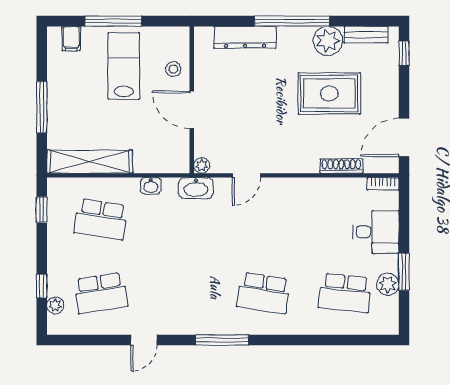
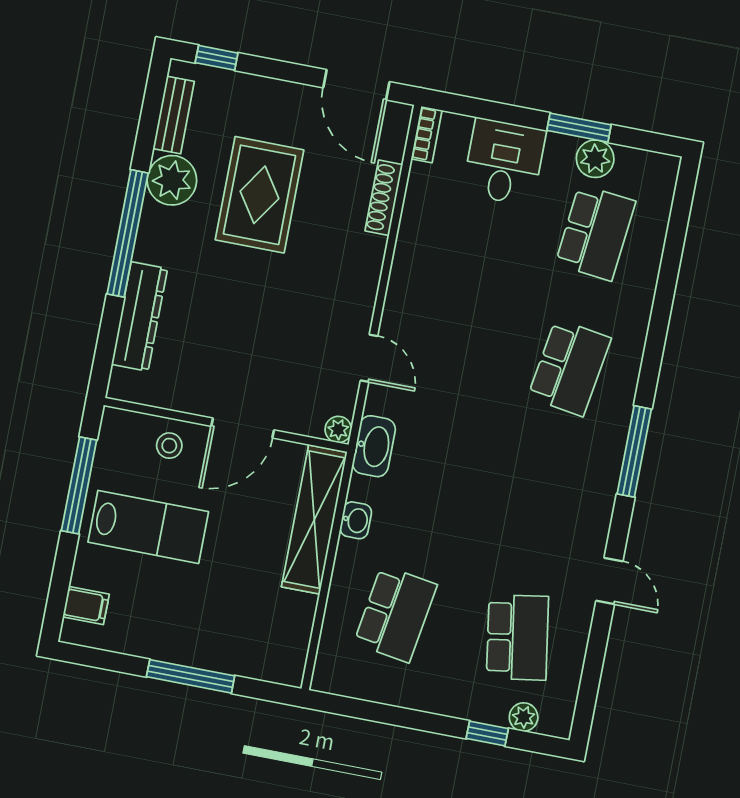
window: (113, 21) -> (79, 485), moved
lab bench: (124, 66) -> (148, 527), turned 180
shelving: (90, 162) -> (314, 520), moved
window: (42, 210) -> (361, 709), removed

